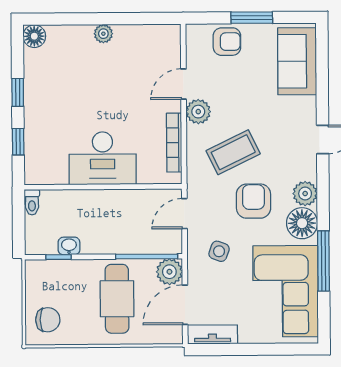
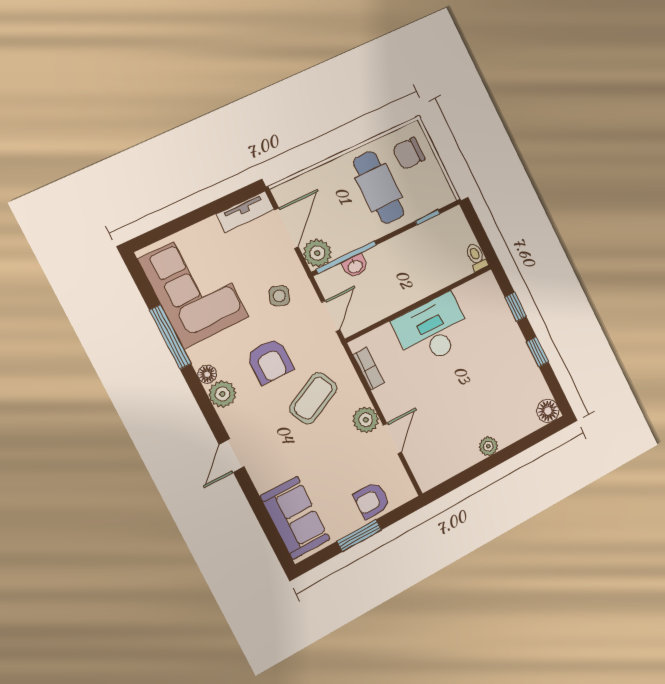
bookcase: (174, 143) -> (369, 369), width x0.64
floor lamp: (302, 223) -> (207, 374), width x0.53, depth x0.53
washbasin: (69, 246) -> (355, 266), moved
cafe table: (117, 299) -> (379, 188), moved

